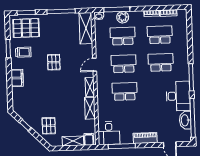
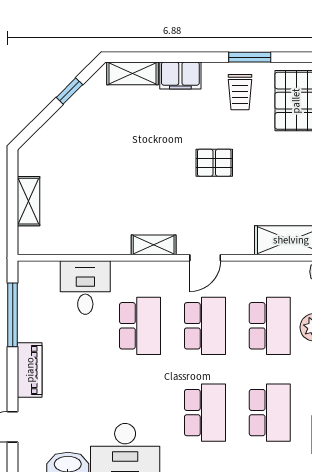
door: (95, 65) -> (205, 258), swing flipped
shelving: (90, 108) -> (132, 73), moved
pallet: (49, 126) -> (66, 146), removed
desk: (109, 133) -> (85, 288), moved, turned 90
filing cabinet: (89, 139) -> (31, 238), removed

